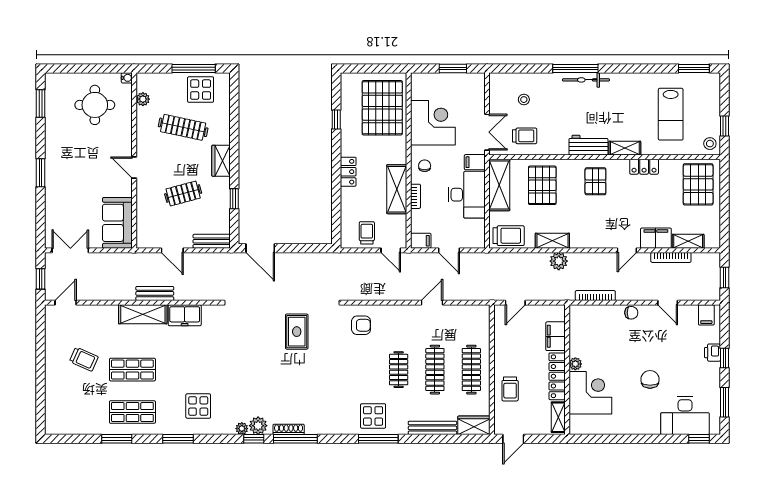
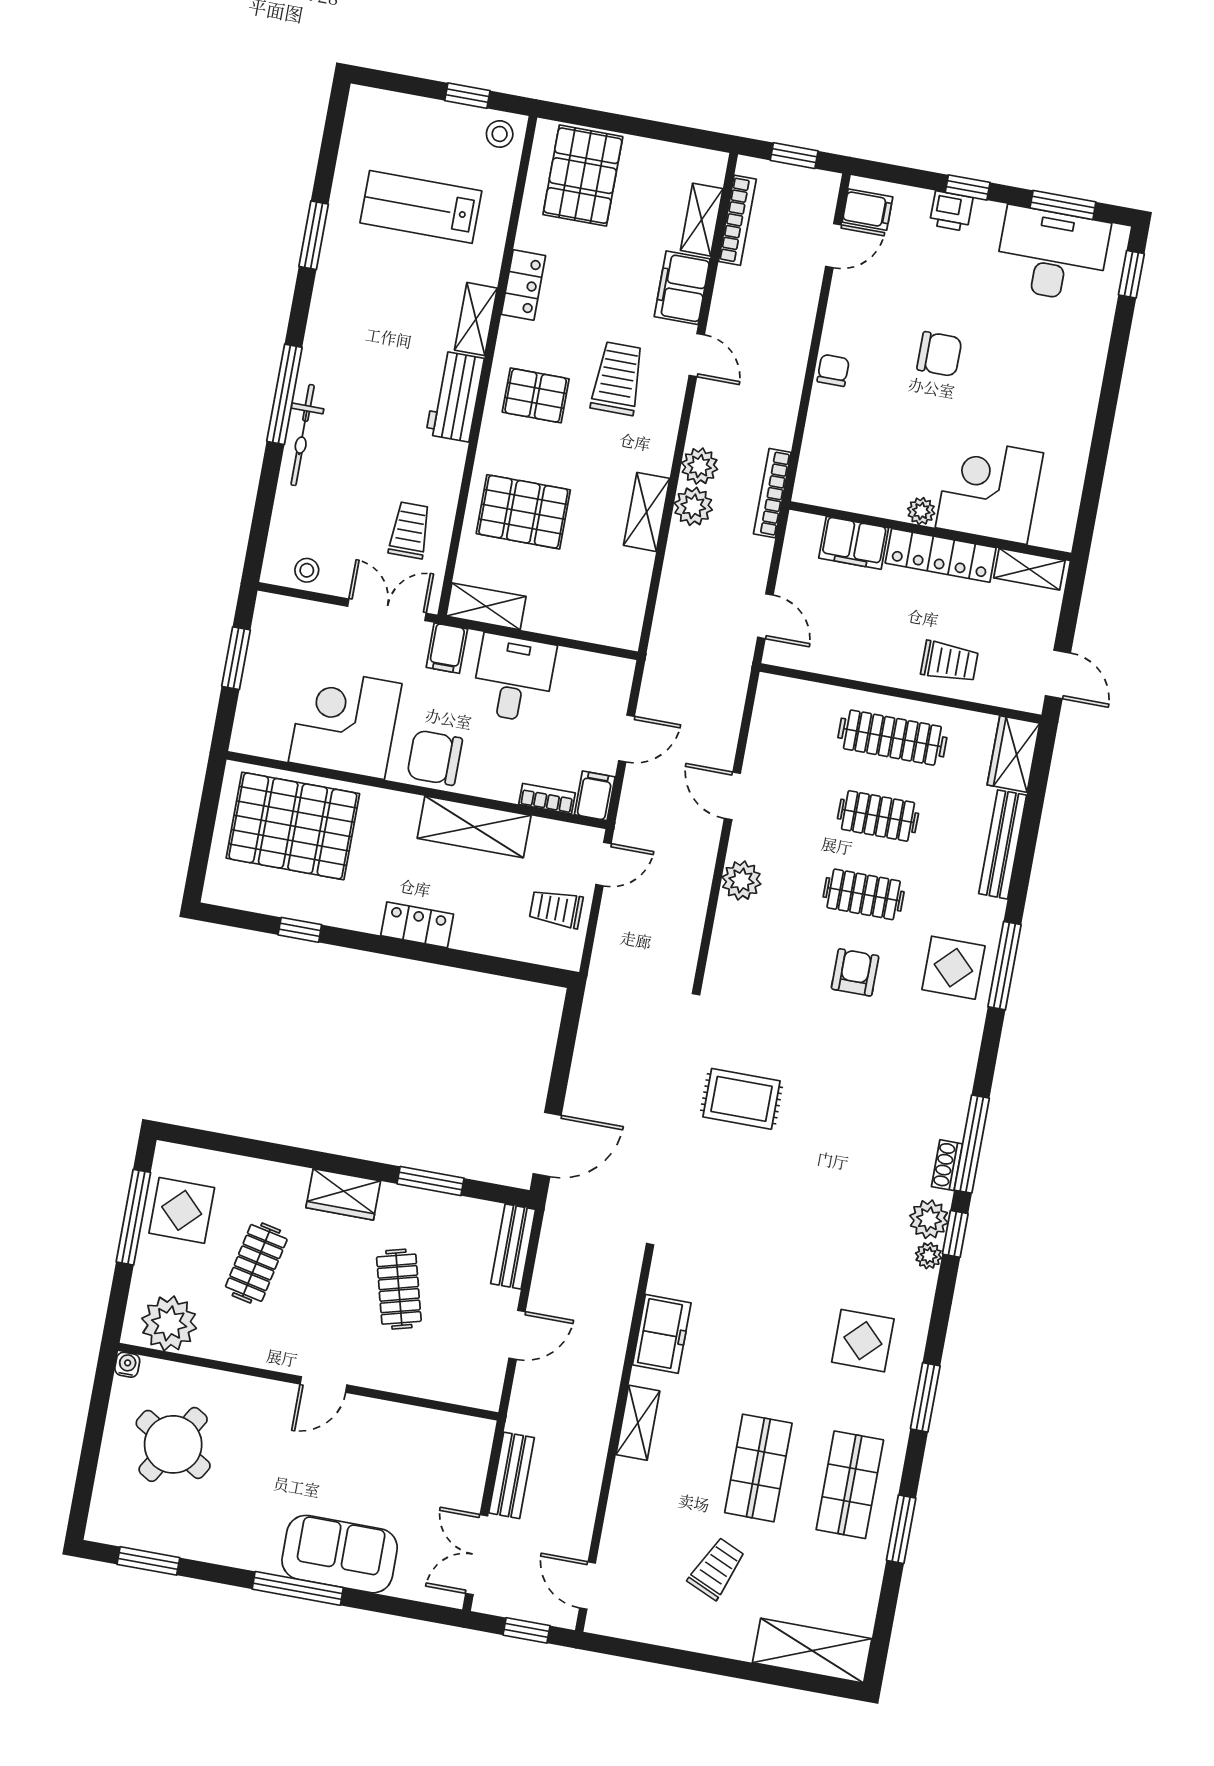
window: (694, 68) -> (314, 235), moved
bicycle: (586, 80) -> (303, 435), moved
plant: (143, 99) -> (169, 1323), width x1.88, depth x1.88
stool: (524, 100) -> (307, 570), moved
round table: (95, 105) -> (173, 1444), turned 31
lab bench: (671, 114) -> (421, 207), turned 180
clothes rail: (183, 127) -> (256, 1263), width x0.73
chair: (425, 166) -> (435, 758), width x1.87, depth x1.87
window: (40, 173) -> (298, 1588), width x1.44
pallet: (698, 184) -> (583, 176), turned 90
shelving: (499, 185) -> (486, 606), width x0.67, depth x0.75
desk: (467, 195) -> (514, 678), width x0.73
bookcase: (415, 196) -> (547, 799), moved
window: (234, 199) -> (431, 1181), width x1.50
sofa: (117, 223) -> (340, 1554), moved, turned 180
trolley: (509, 236) -> (617, 379), moved
bookcase: (671, 257) -> (737, 220), moved
plant: (577, 261) -> (700, 466), added
bench: (155, 293) -> (512, 1475), moved
bookcase: (595, 296) -> (772, 493), moved
door: (668, 303) -> (833, 246), moved
shelving: (143, 314) -> (638, 1423), width x0.67, depth x0.75
plant: (395, 314) -> (741, 881), added
armchair: (361, 325) -> (855, 972), moved
clothes rail: (435, 370) -> (878, 816), width x0.73
chair: (650, 379) -> (939, 354), moved, turned 180
shelving: (55, 409) -> (812, 1651), added
desk: (685, 416) -> (1052, 254), moved, turned -90
shoe rack: (289, 429) -> (947, 1165), width x0.70

